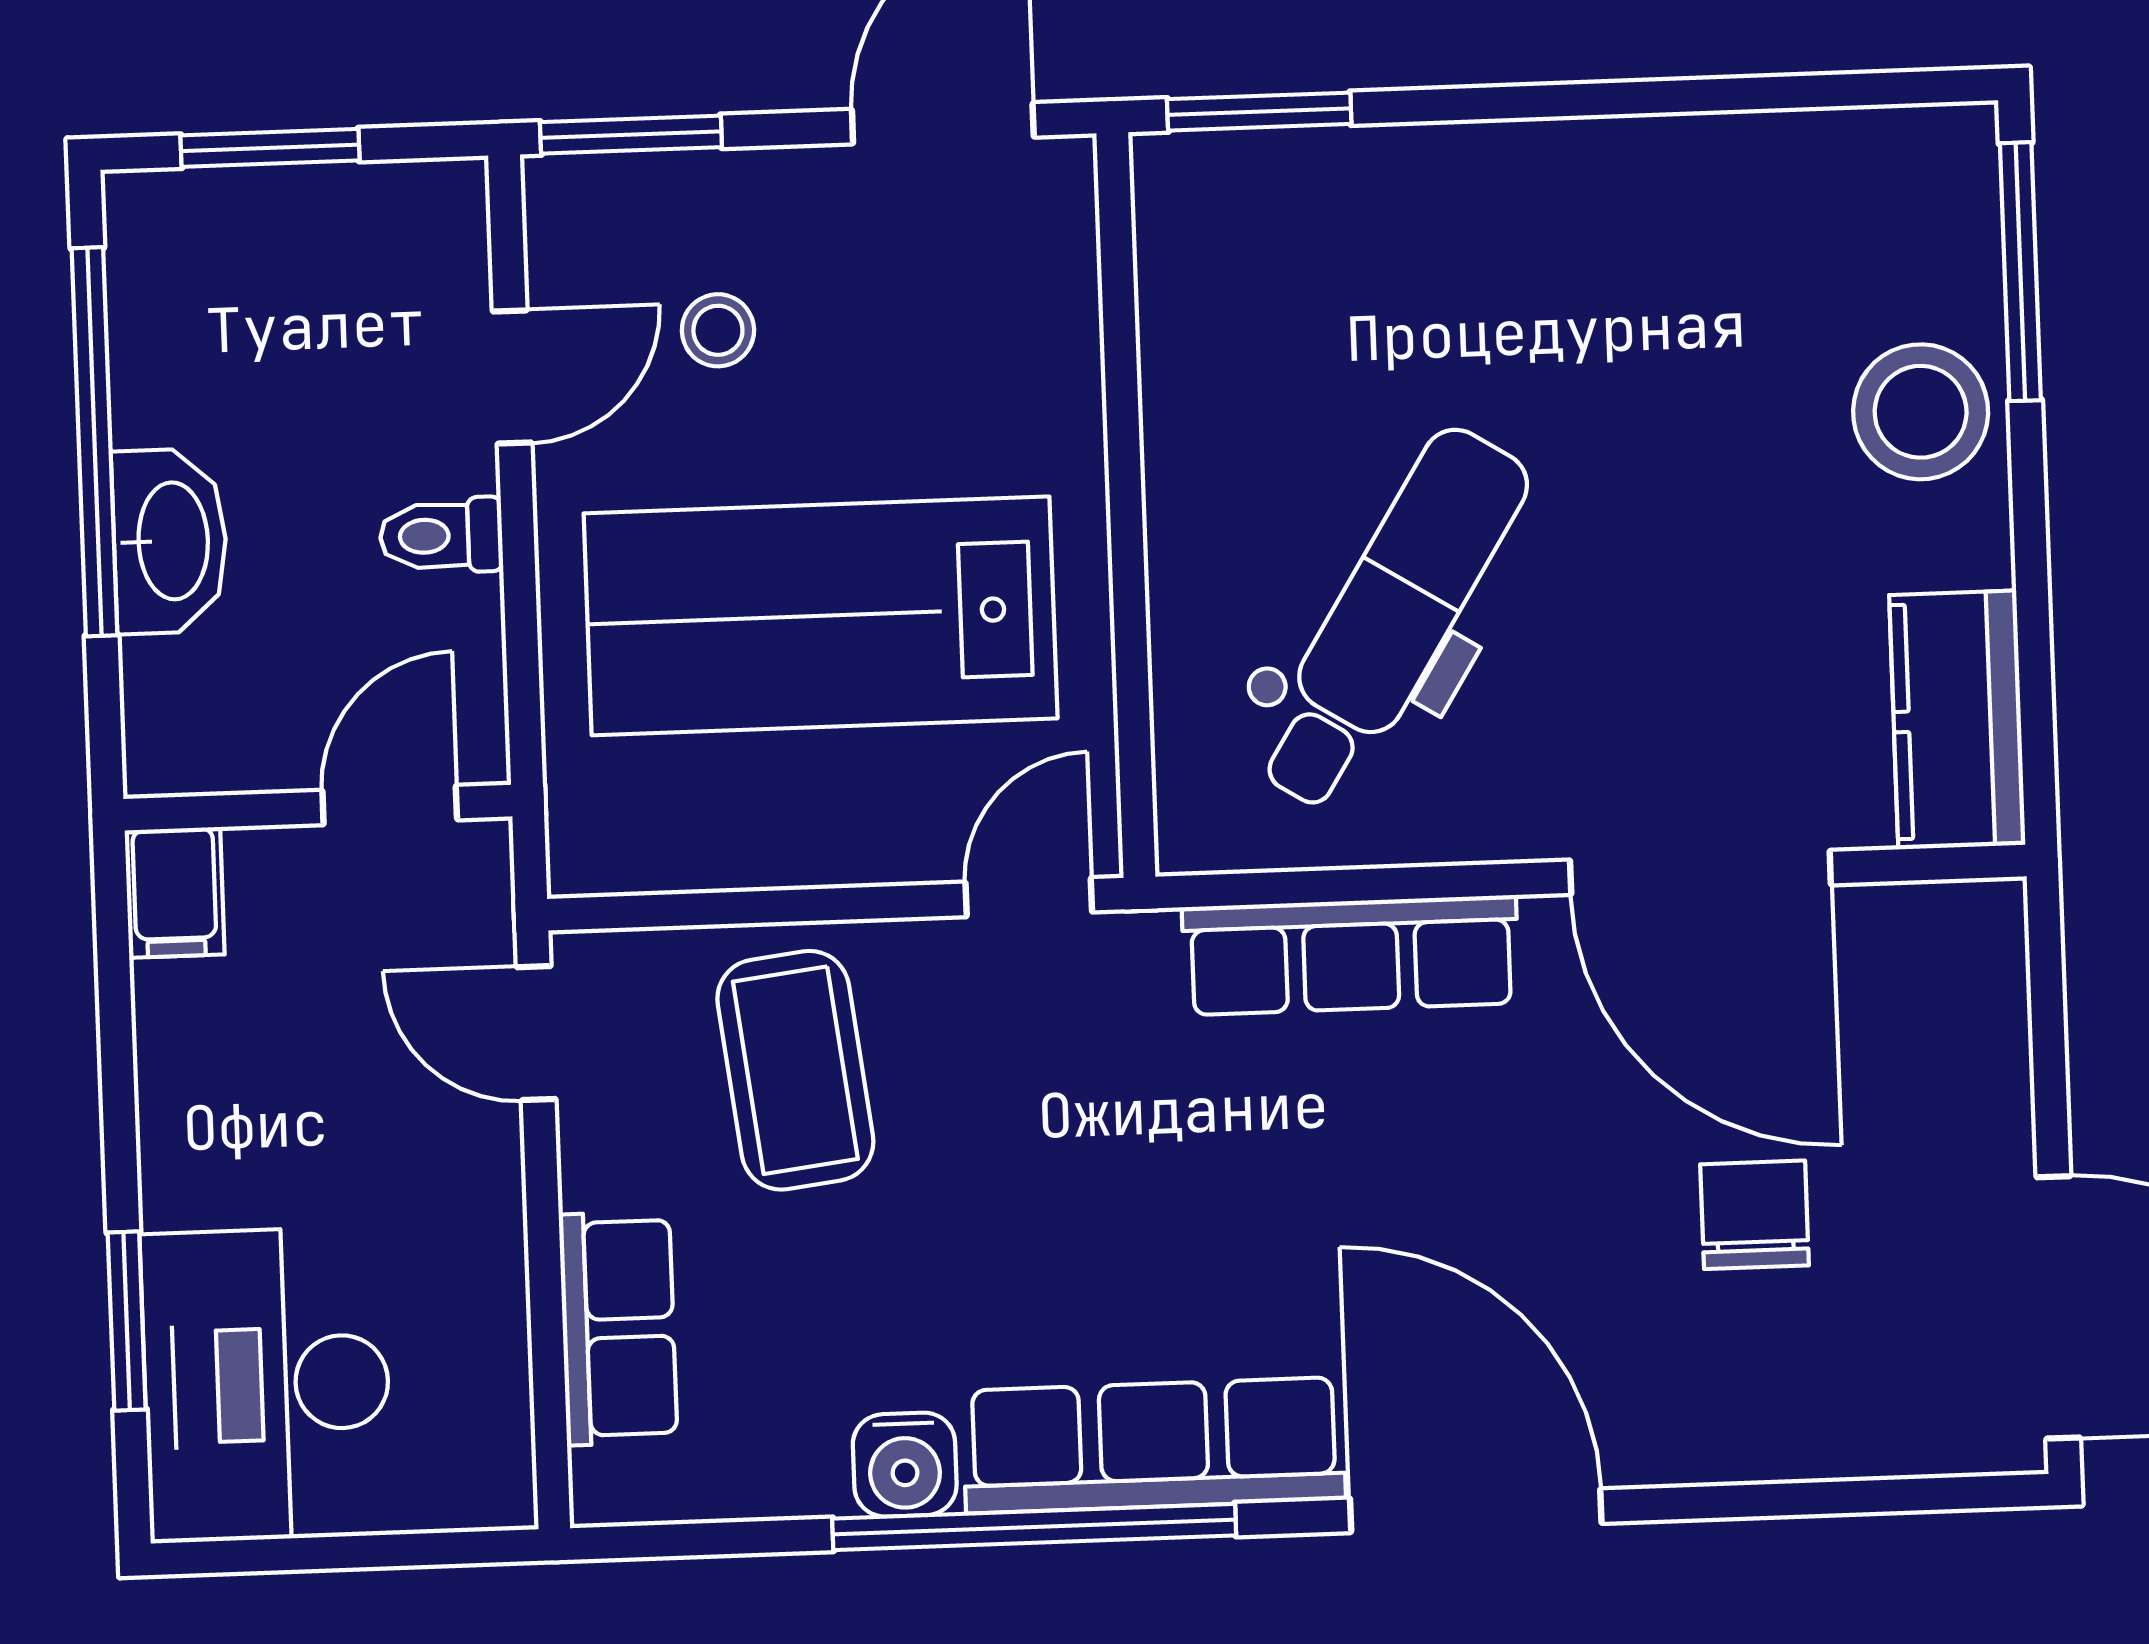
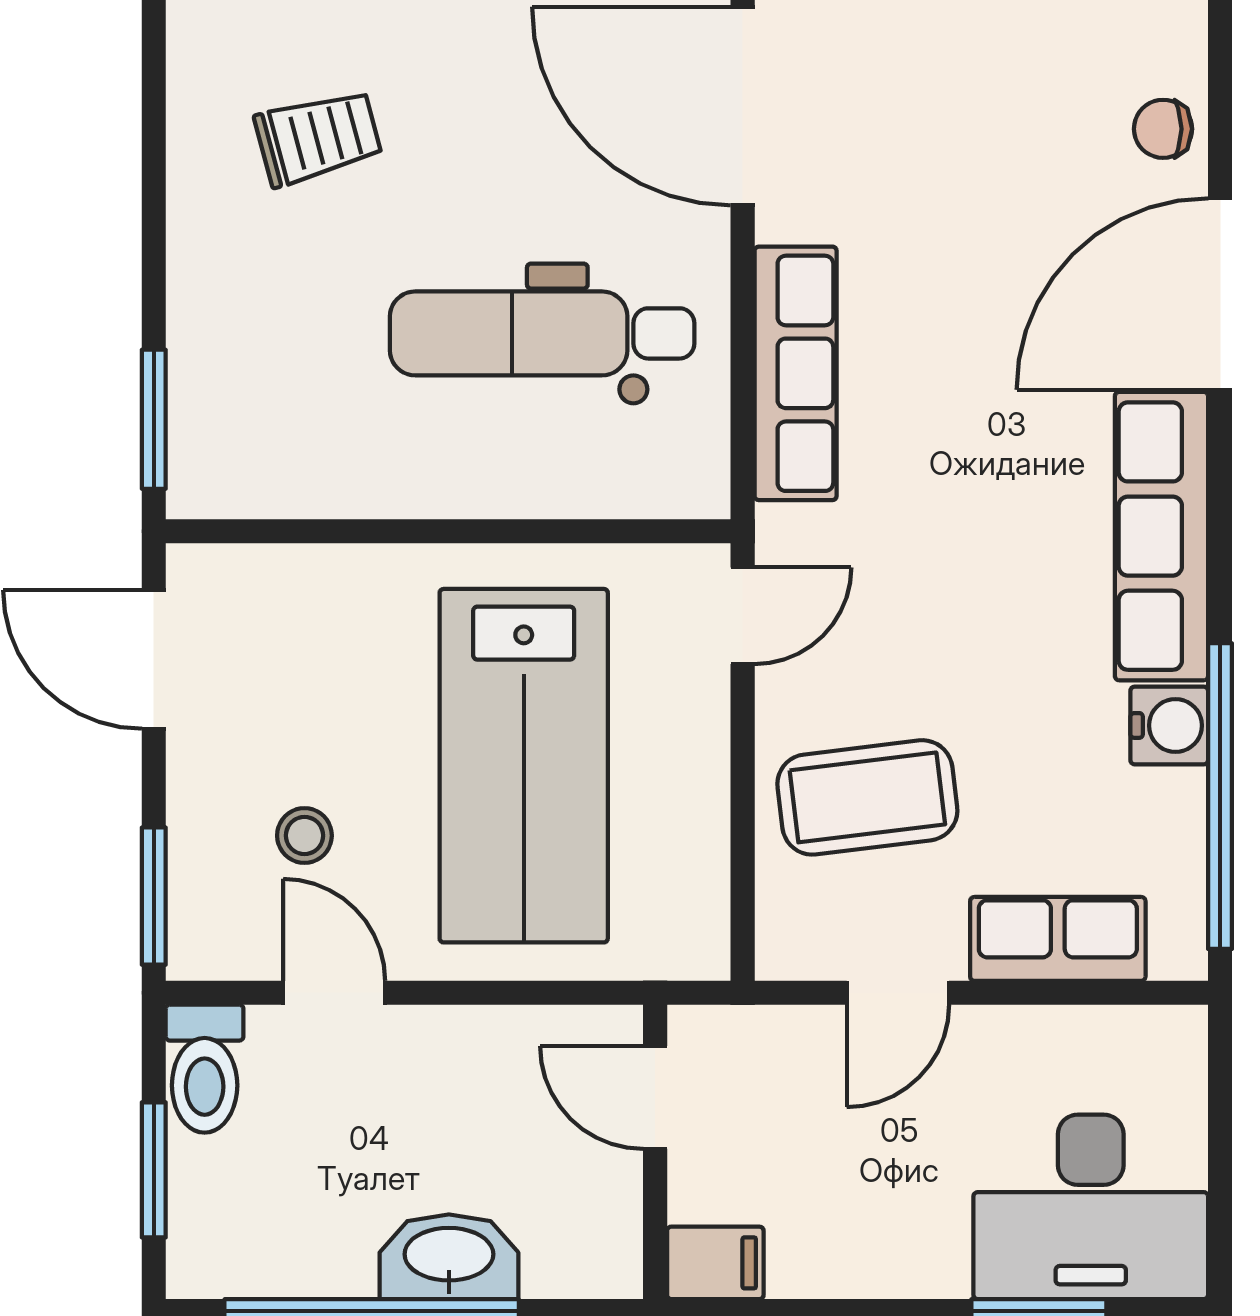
trolley: (1638, 315) -> (318, 138), added
toilet: (441, 536) -> (205, 1069), moved, width x1.37, depth x1.39
dental chair: (1391, 619) -> (542, 333), turned -32
door: (1700, 872) -> (743, 106), swing flipped
door: (1029, 897) -> (743, 616), swing flipped
door: (536, 1033) -> (898, 993), moved
chair: (1755, 1215) -> (1163, 129), moved, width x0.73, depth x0.73
window: (1034, 1527) -> (1220, 796), moved

